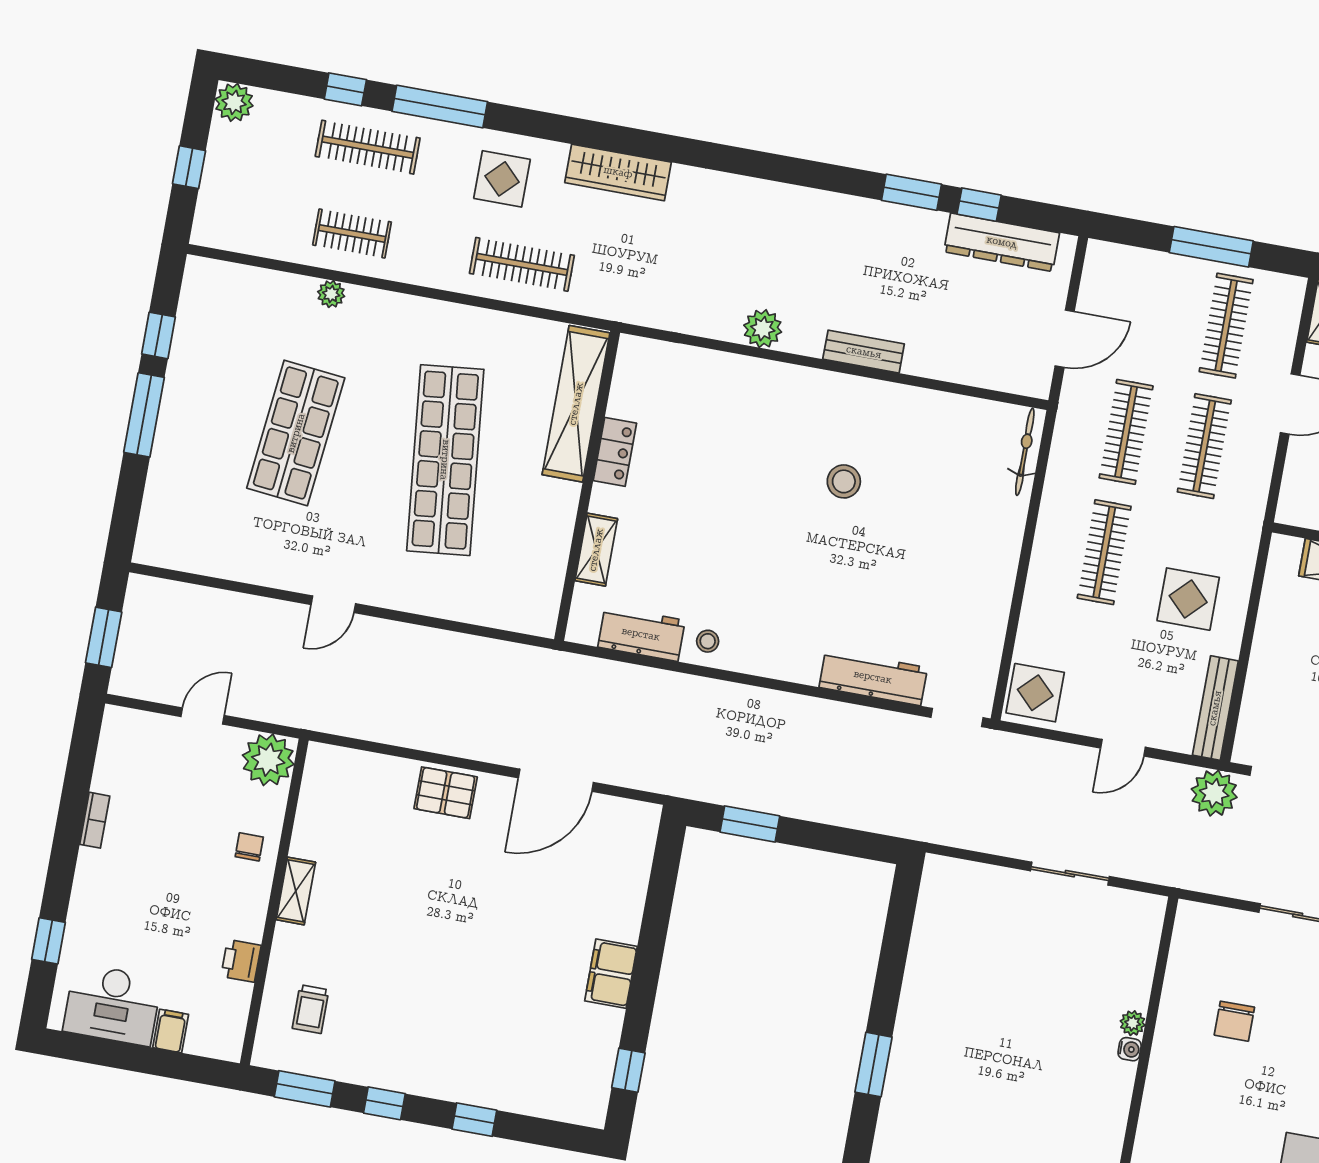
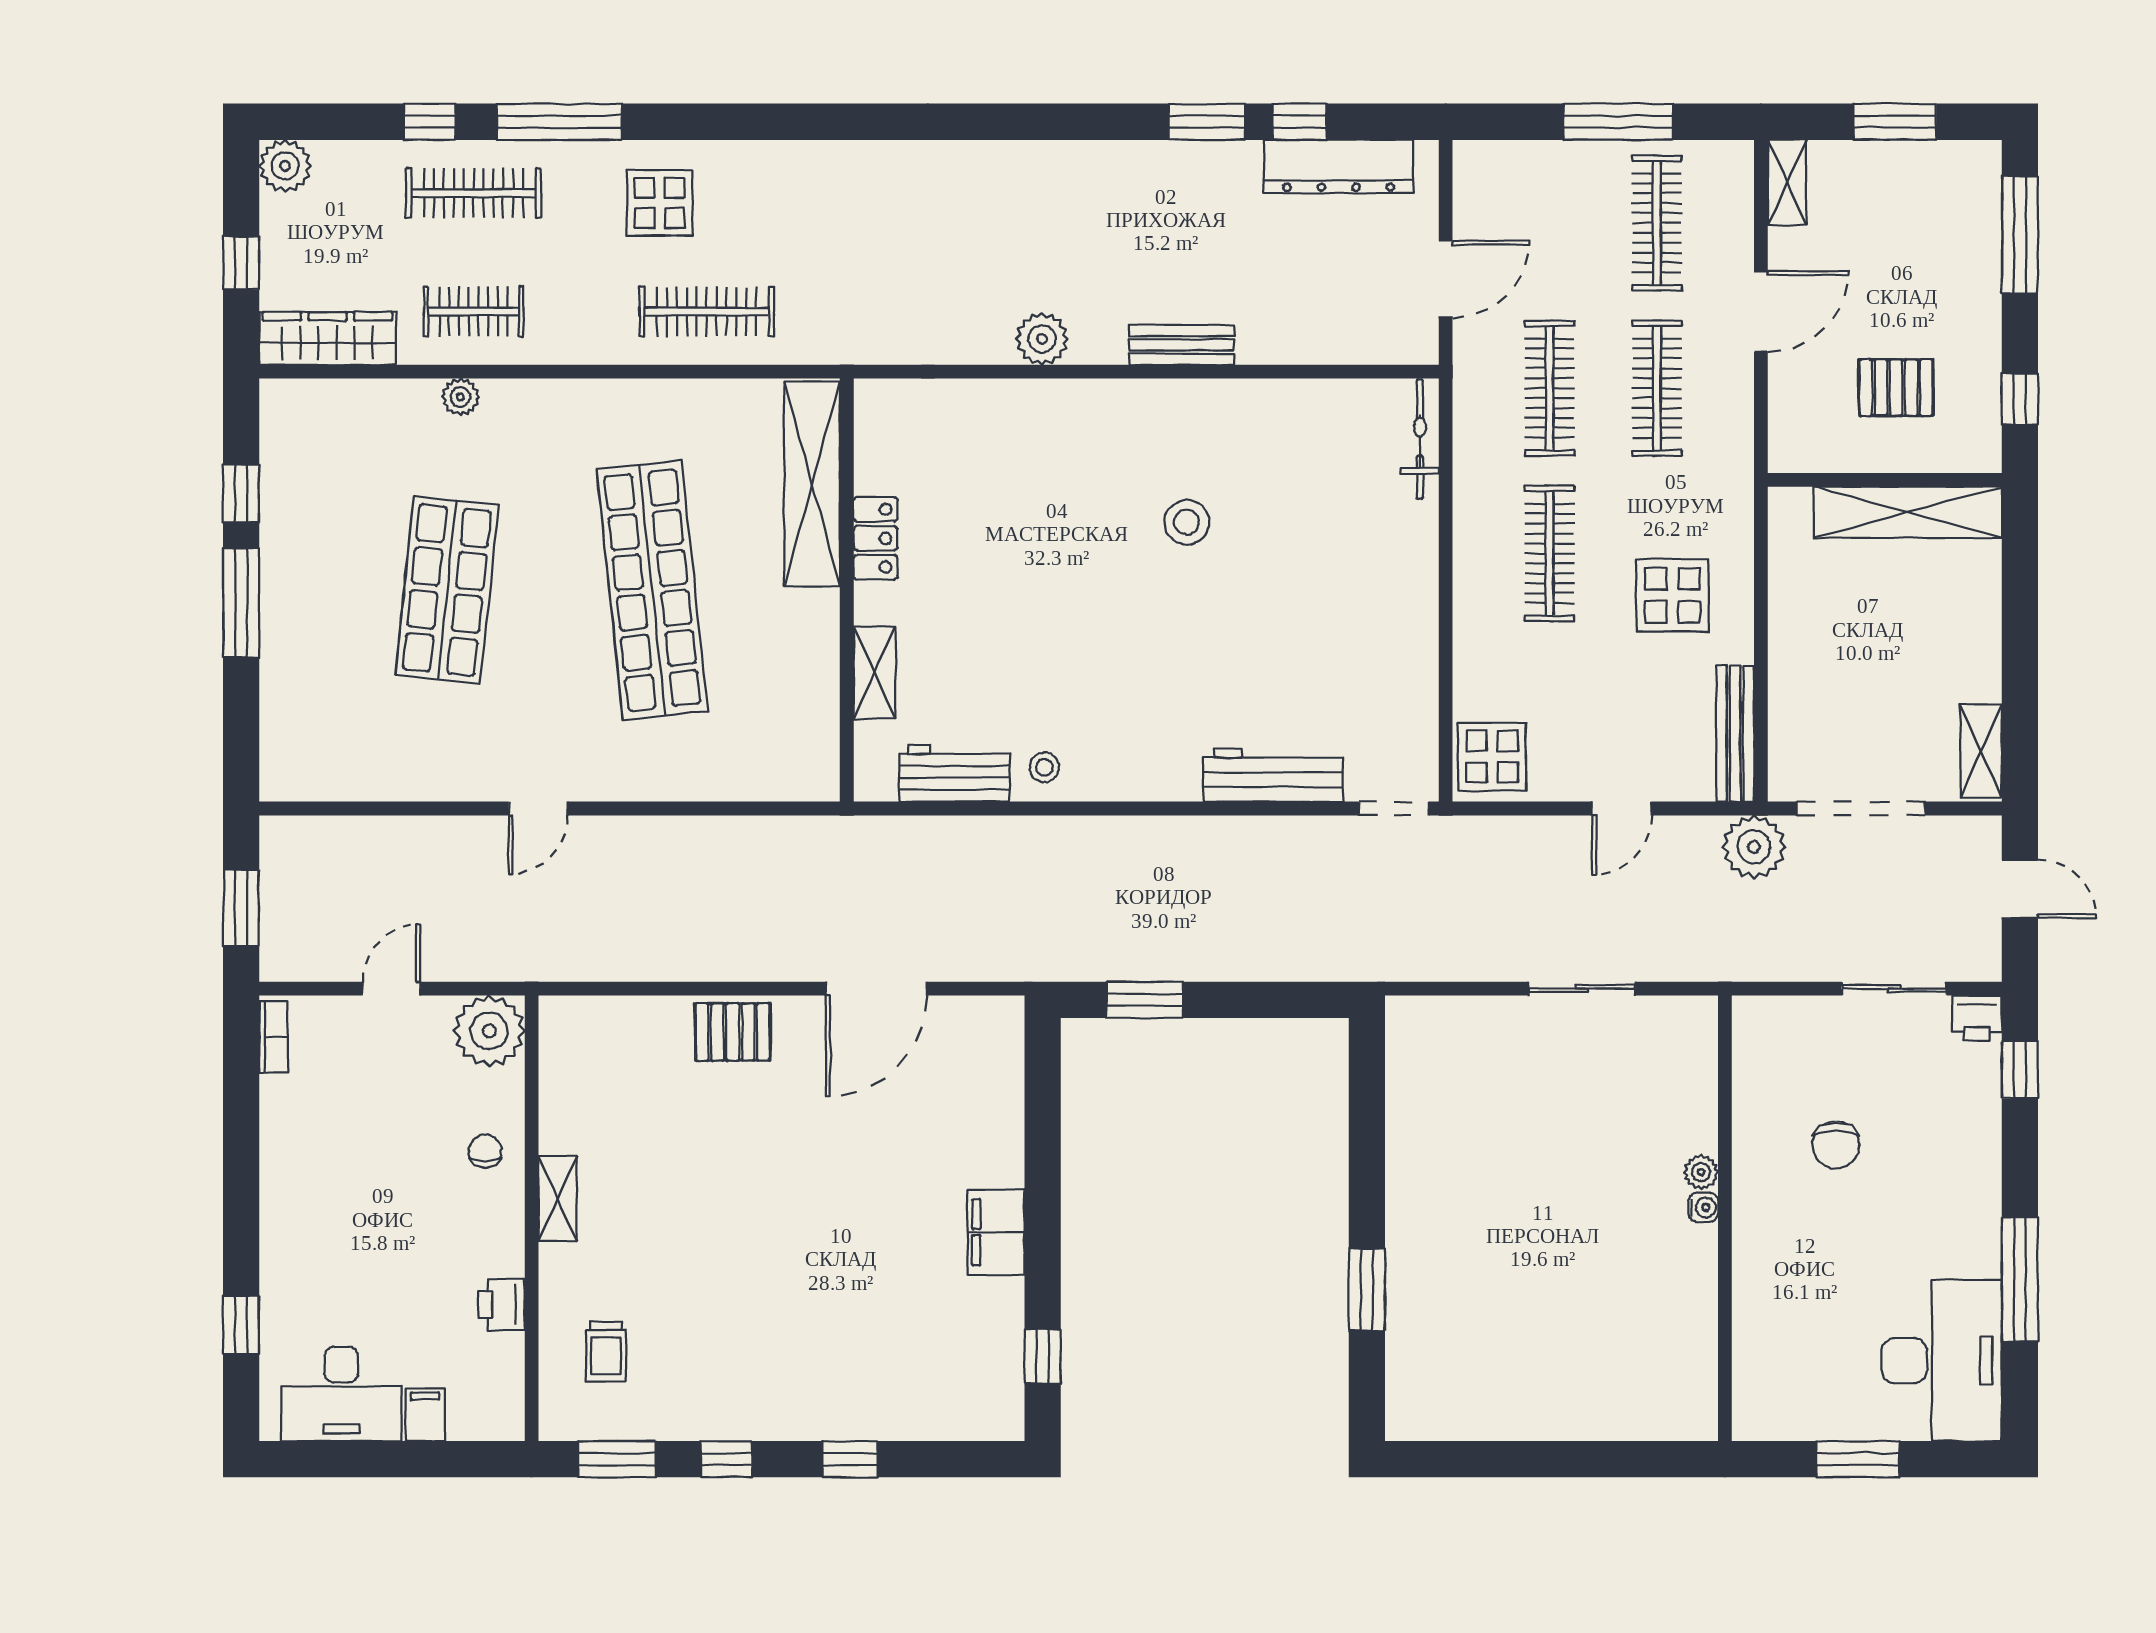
wardrobe: (618, 172) -> (327, 338), moved, turned 180
bookcase: (95, 820) -> (273, 1037), moved

